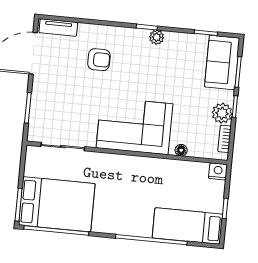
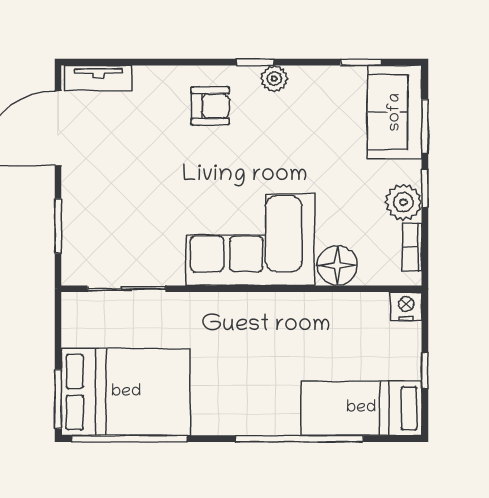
armchair: (99, 60) -> (210, 106), moved
floor lamp: (181, 150) -> (337, 266), width x1.89, depth x1.89

